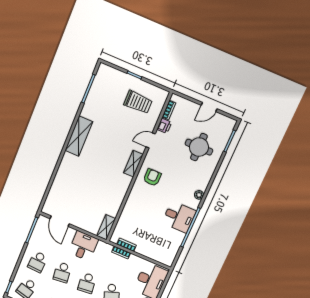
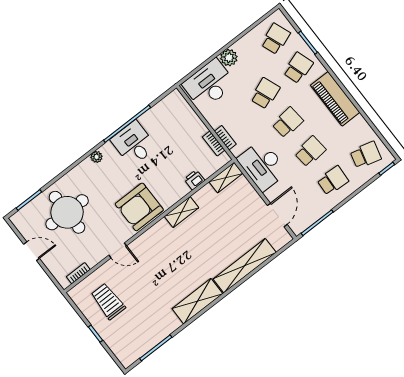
printer: (164, 126) -> (194, 180), moved
round table: (199, 147) -> (67, 212), width x1.36, depth x1.36
shelving: (133, 164) -> (182, 212), moved
shelving: (62, 177) -> (245, 266), added
armchair: (152, 177) -> (139, 207), width x1.88, depth x1.88
desk: (83, 246) -> (262, 165), width x1.37

